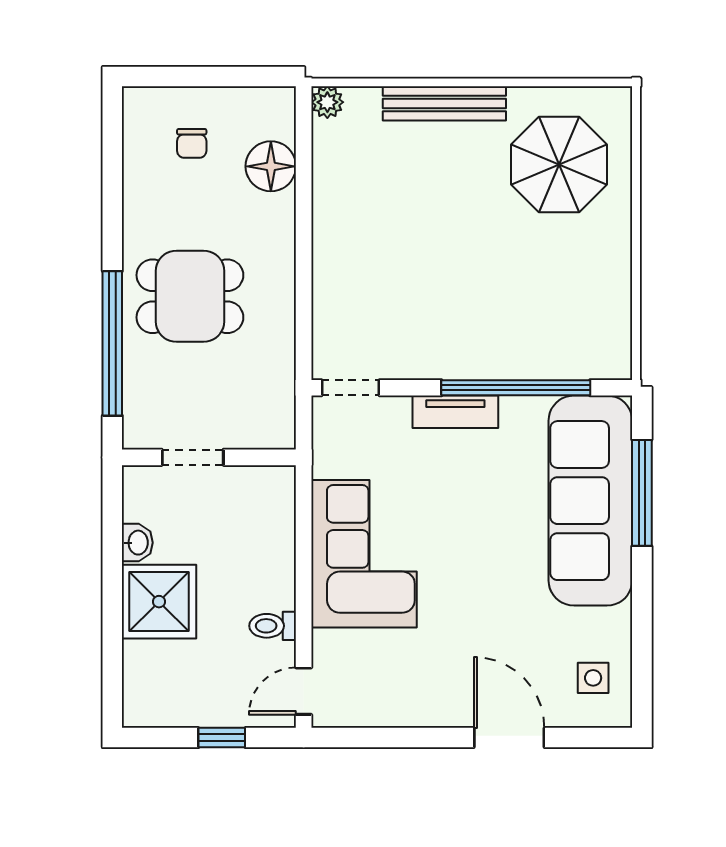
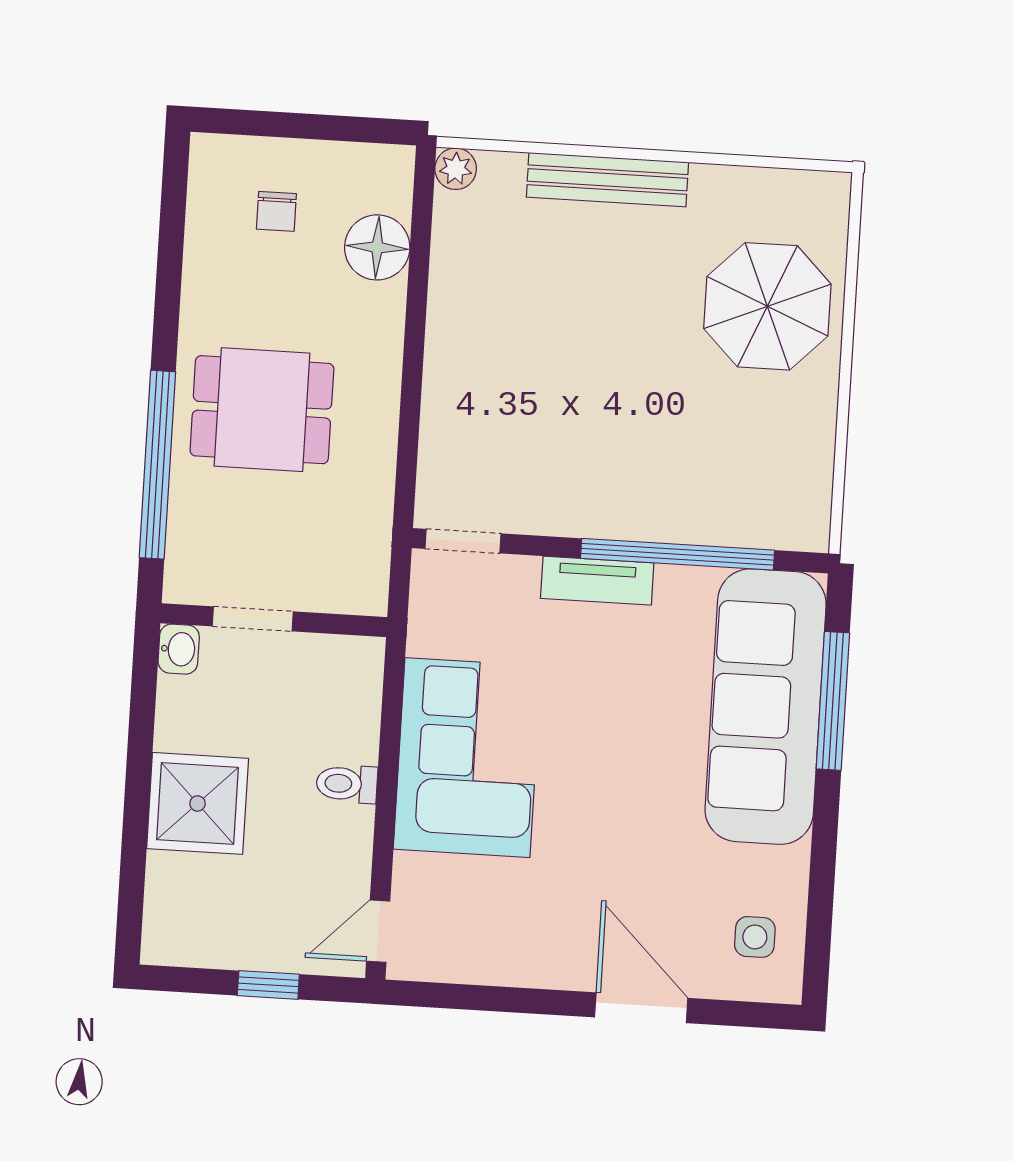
parasol: (559, 164) -> (767, 306), moved
washbasin: (137, 543) -> (179, 649), moved
toilet: (273, 626) -> (347, 784), moved

